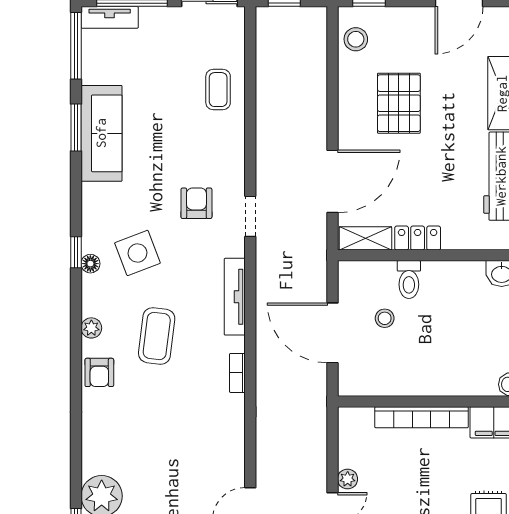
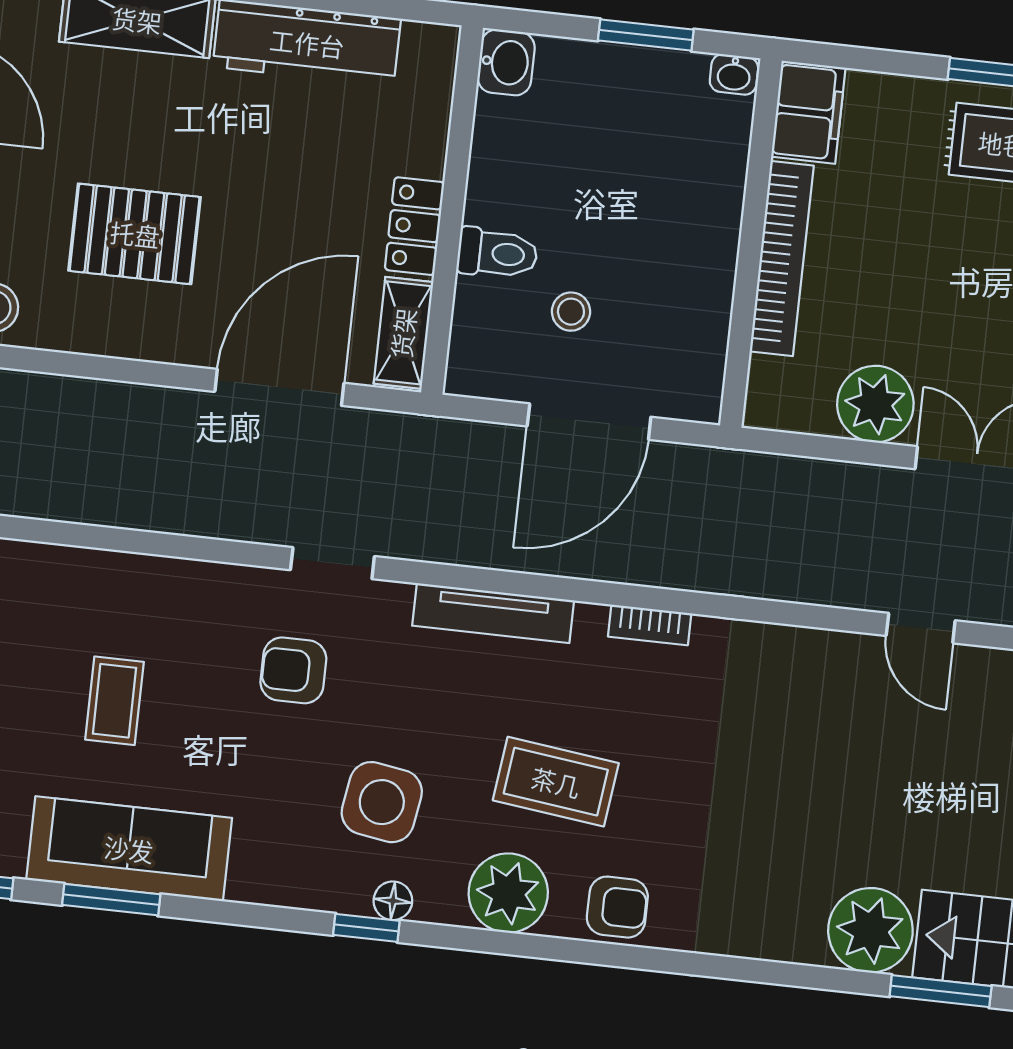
coffee table: (218, 90) -> (115, 701), moved, turned 90
door: (332, 181) -> (279, 387), hinge flipped
side table: (137, 253) -> (382, 802), turned 30
plant: (91, 328) -> (508, 893), width x1.87, depth x1.87
plant: (348, 479) -> (875, 404), width x1.87, depth x1.87

